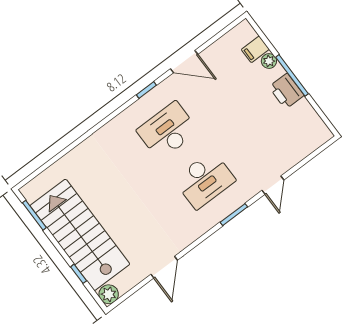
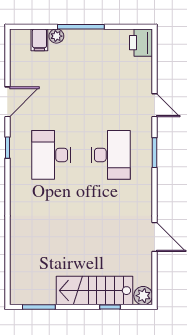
printer: (286, 91) -> (141, 43), moved, turned 90
stairs: (80, 235) -> (94, 291), width x0.73, depth x0.66

